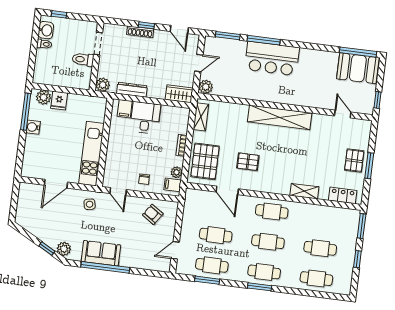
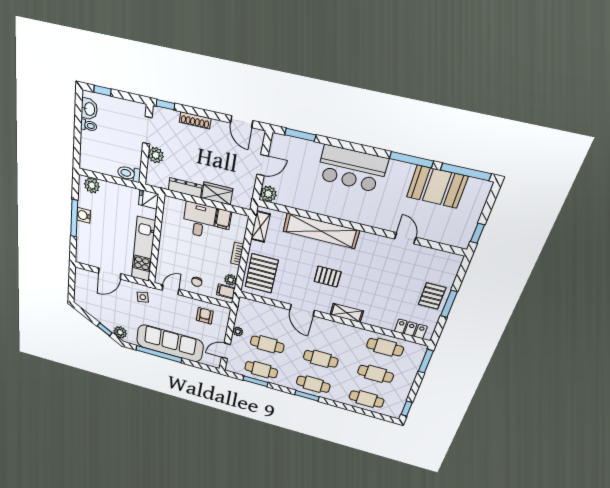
window: (146, 25) -> (165, 105), moved
window: (264, 40) -> (411, 160), moved
toilet: (83, 59) -> (129, 174), moved
booth: (358, 68) -> (437, 187), moved
plant: (103, 85) -> (156, 155), moved
wardrobe: (179, 94) -> (217, 193), moved
fridge: (59, 101) -> (149, 199), moved, turned 90
filing cabinet: (125, 109) -> (223, 219), moved
window: (26, 112) -> (74, 218), moved
door: (343, 114) -> (405, 238), moved
shelving: (280, 117) -> (321, 231), moved
pallet: (248, 162) -> (328, 277), moved
door: (227, 190) -> (302, 310), moved
shelving: (304, 191) -> (347, 313), moved
door: (118, 192) -> (171, 290), swing flipped
cafe table: (272, 211) -> (385, 347), moved
armchair: (153, 214) -> (205, 316), turned 56
plant: (186, 226) -> (238, 331), added
sofa: (101, 253) -> (170, 343), width x1.85, depth x1.27
window: (357, 259) -> (407, 409), moved

